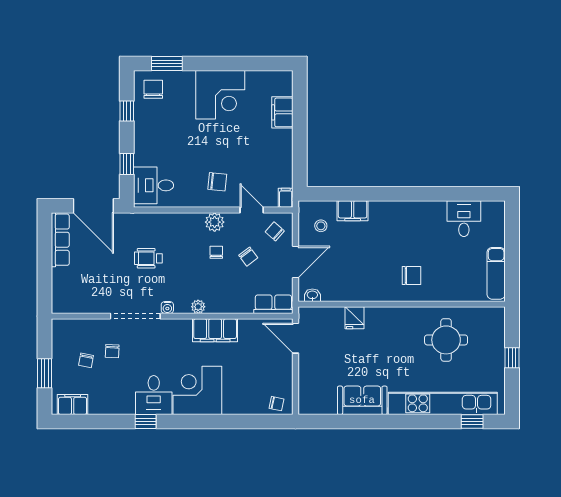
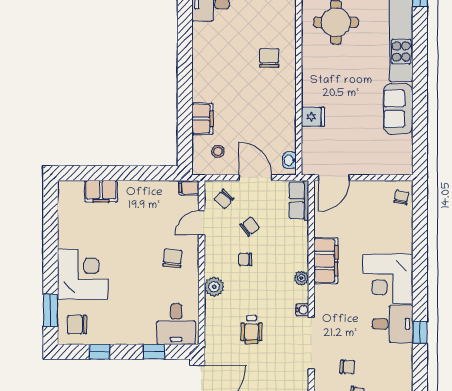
corner desk: (220, 95) -> (83, 274), moved
plant: (215, 222) -> (214, 287), moved

